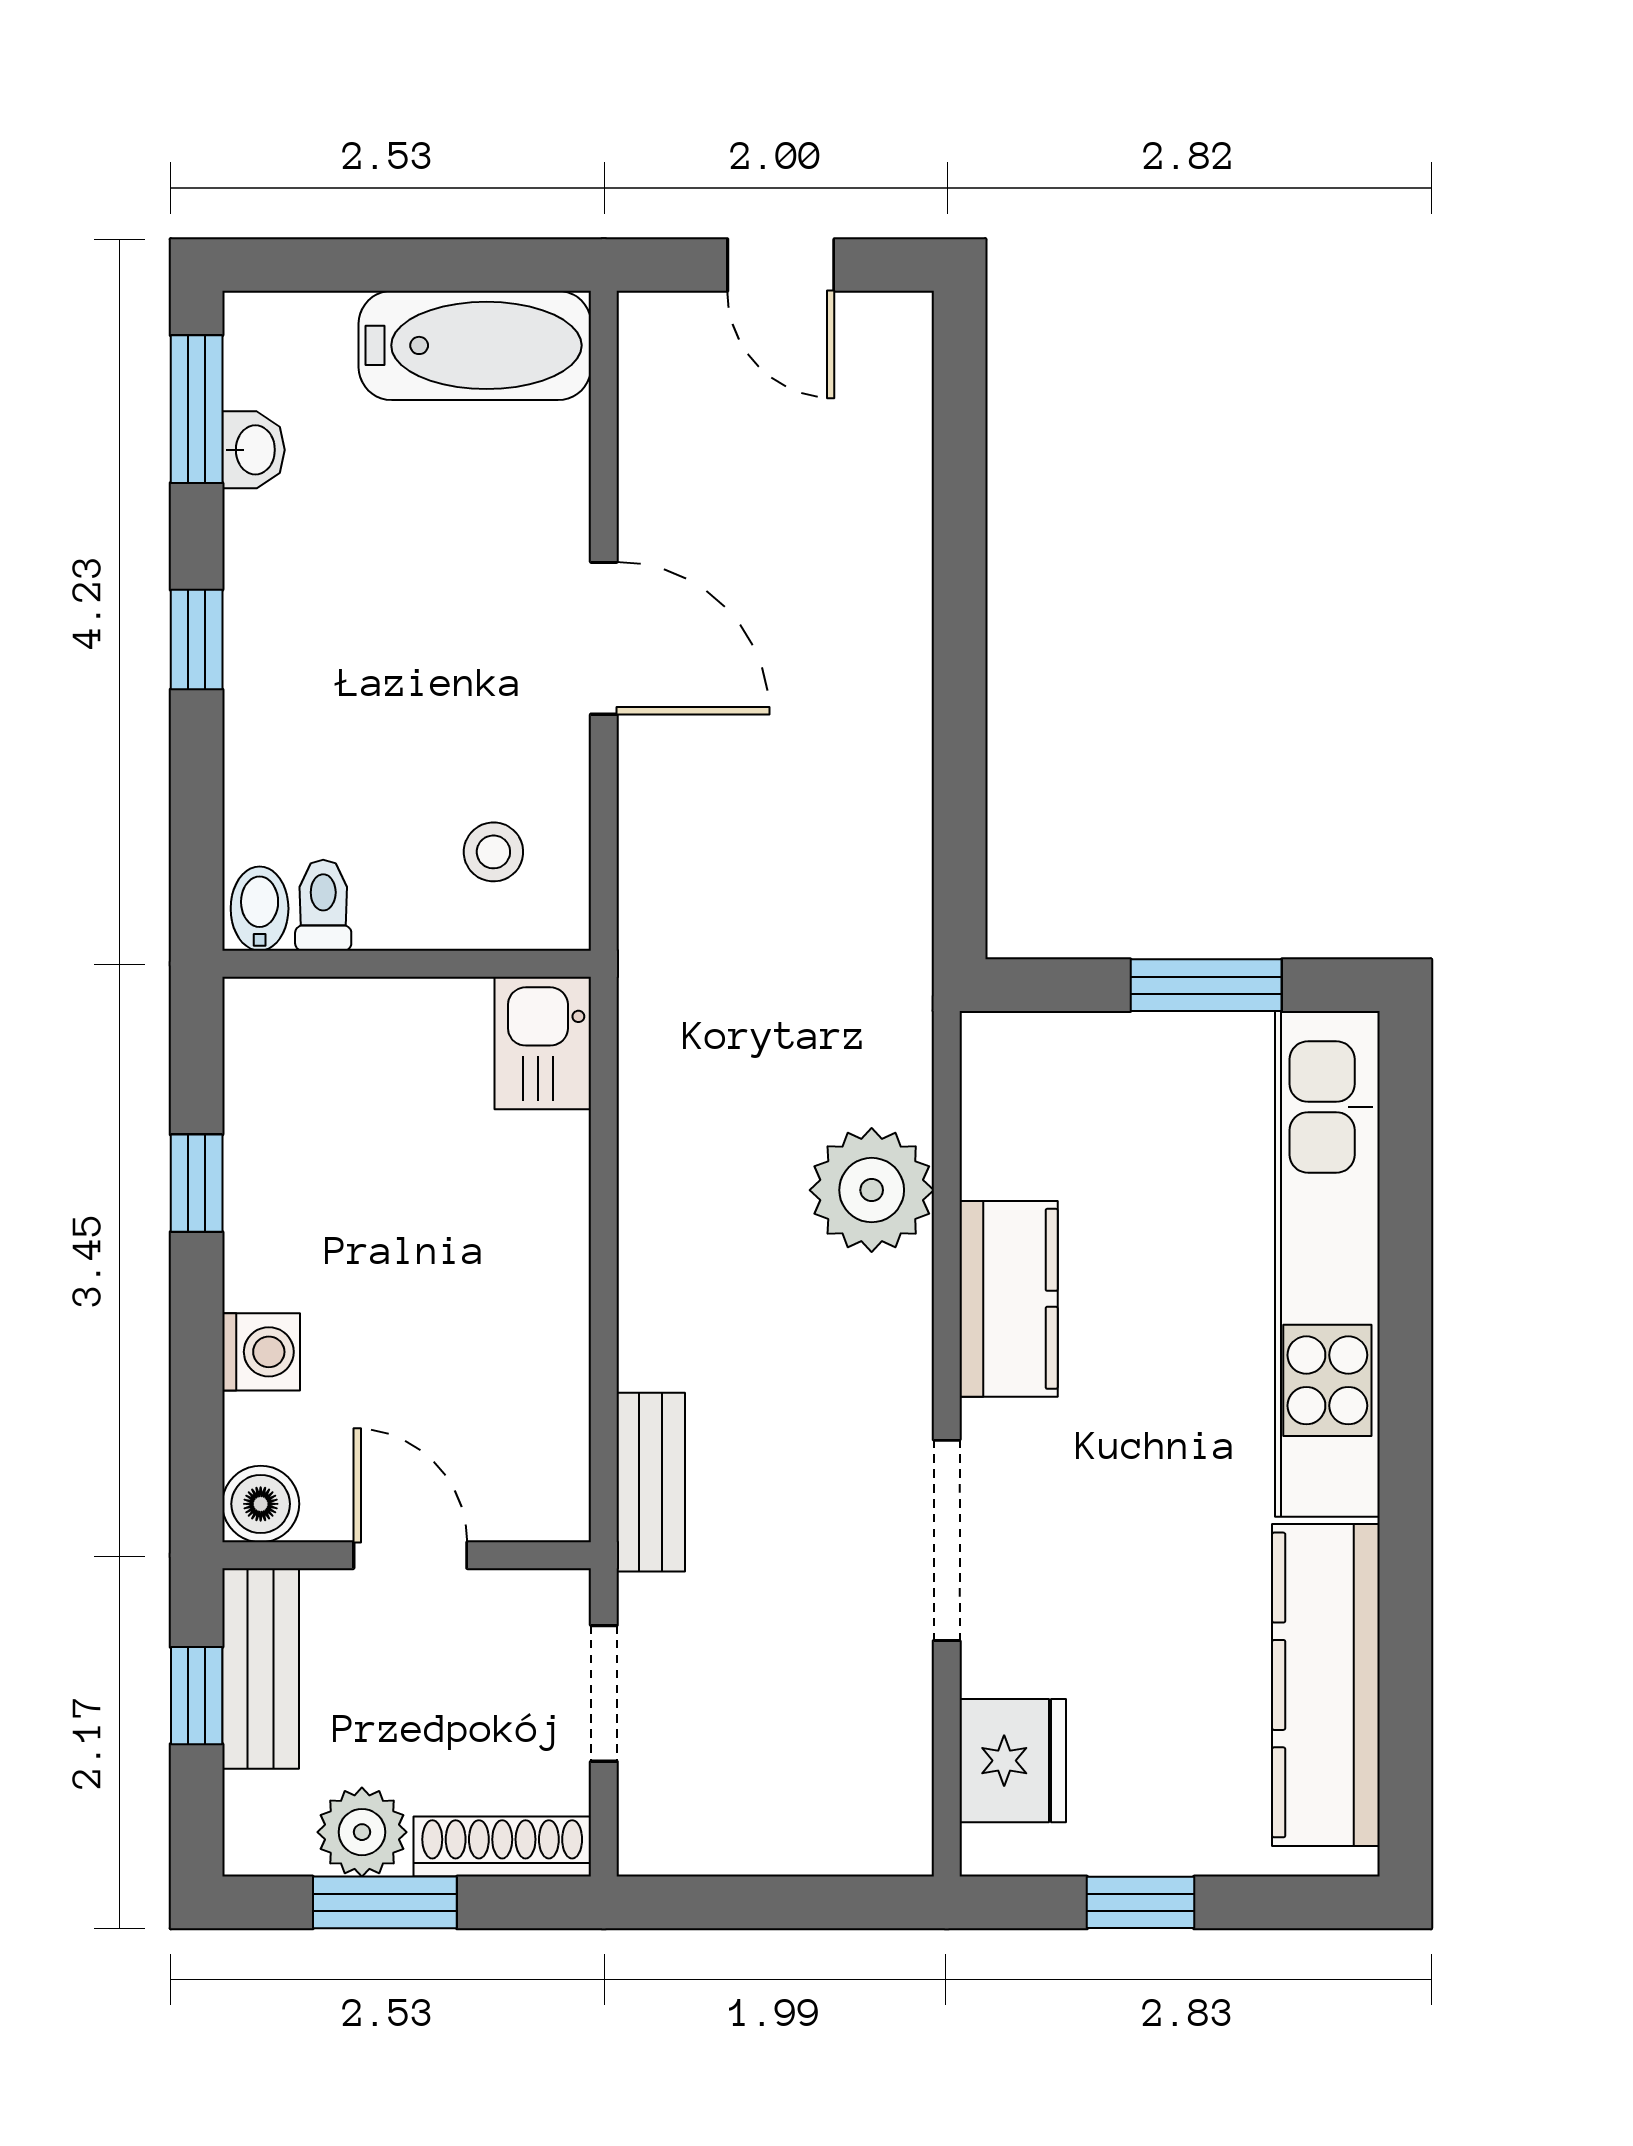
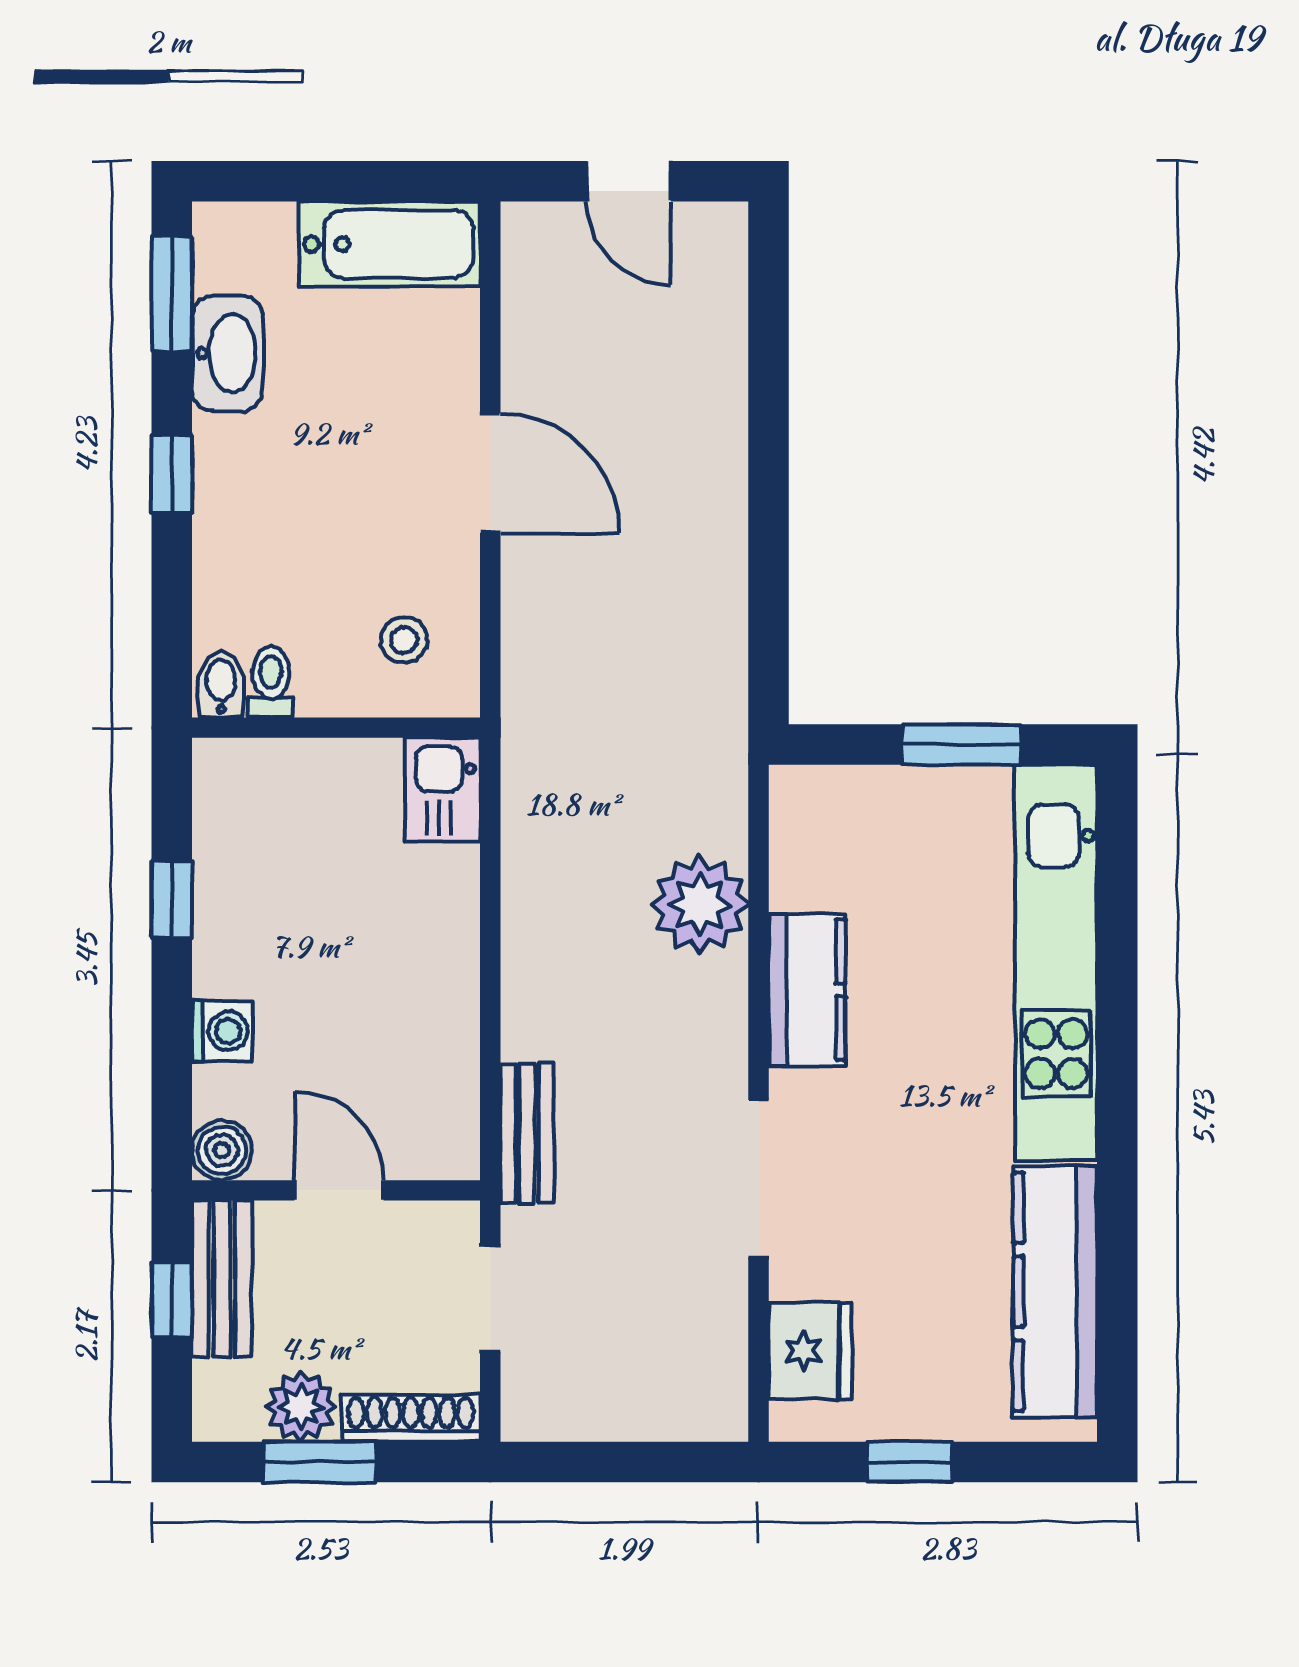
washbasin: (253, 450) -> (227, 353), width x1.91, depth x1.45

